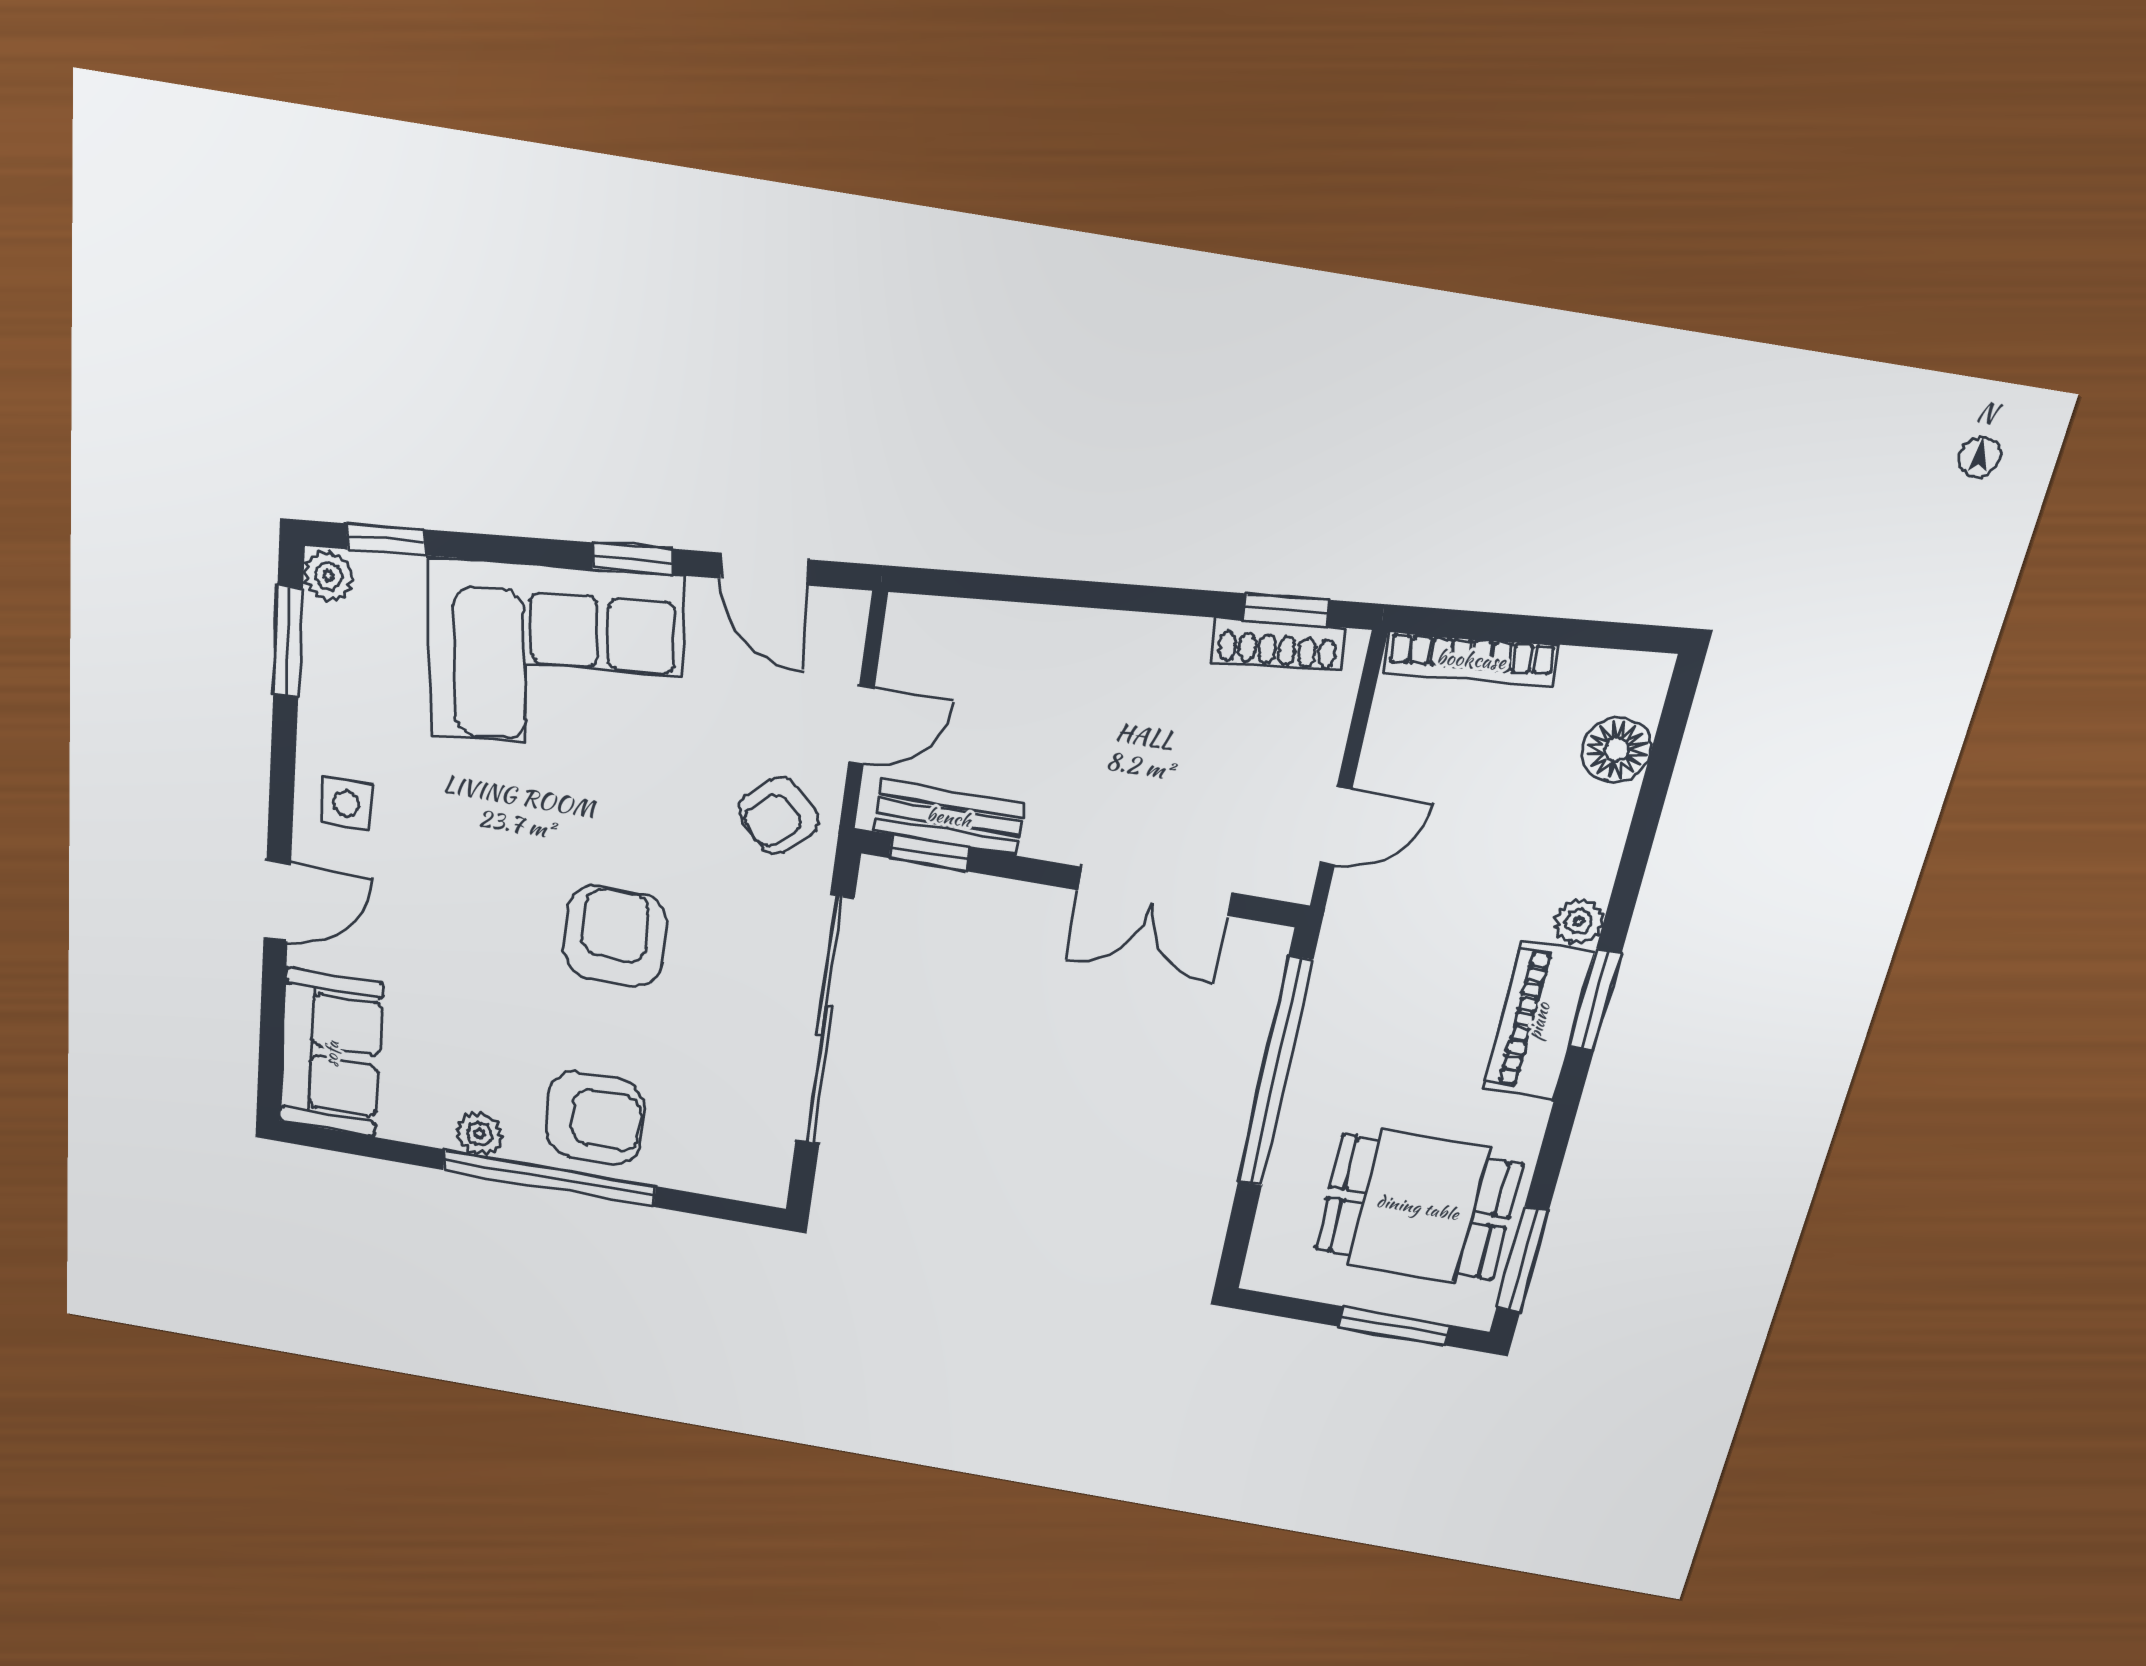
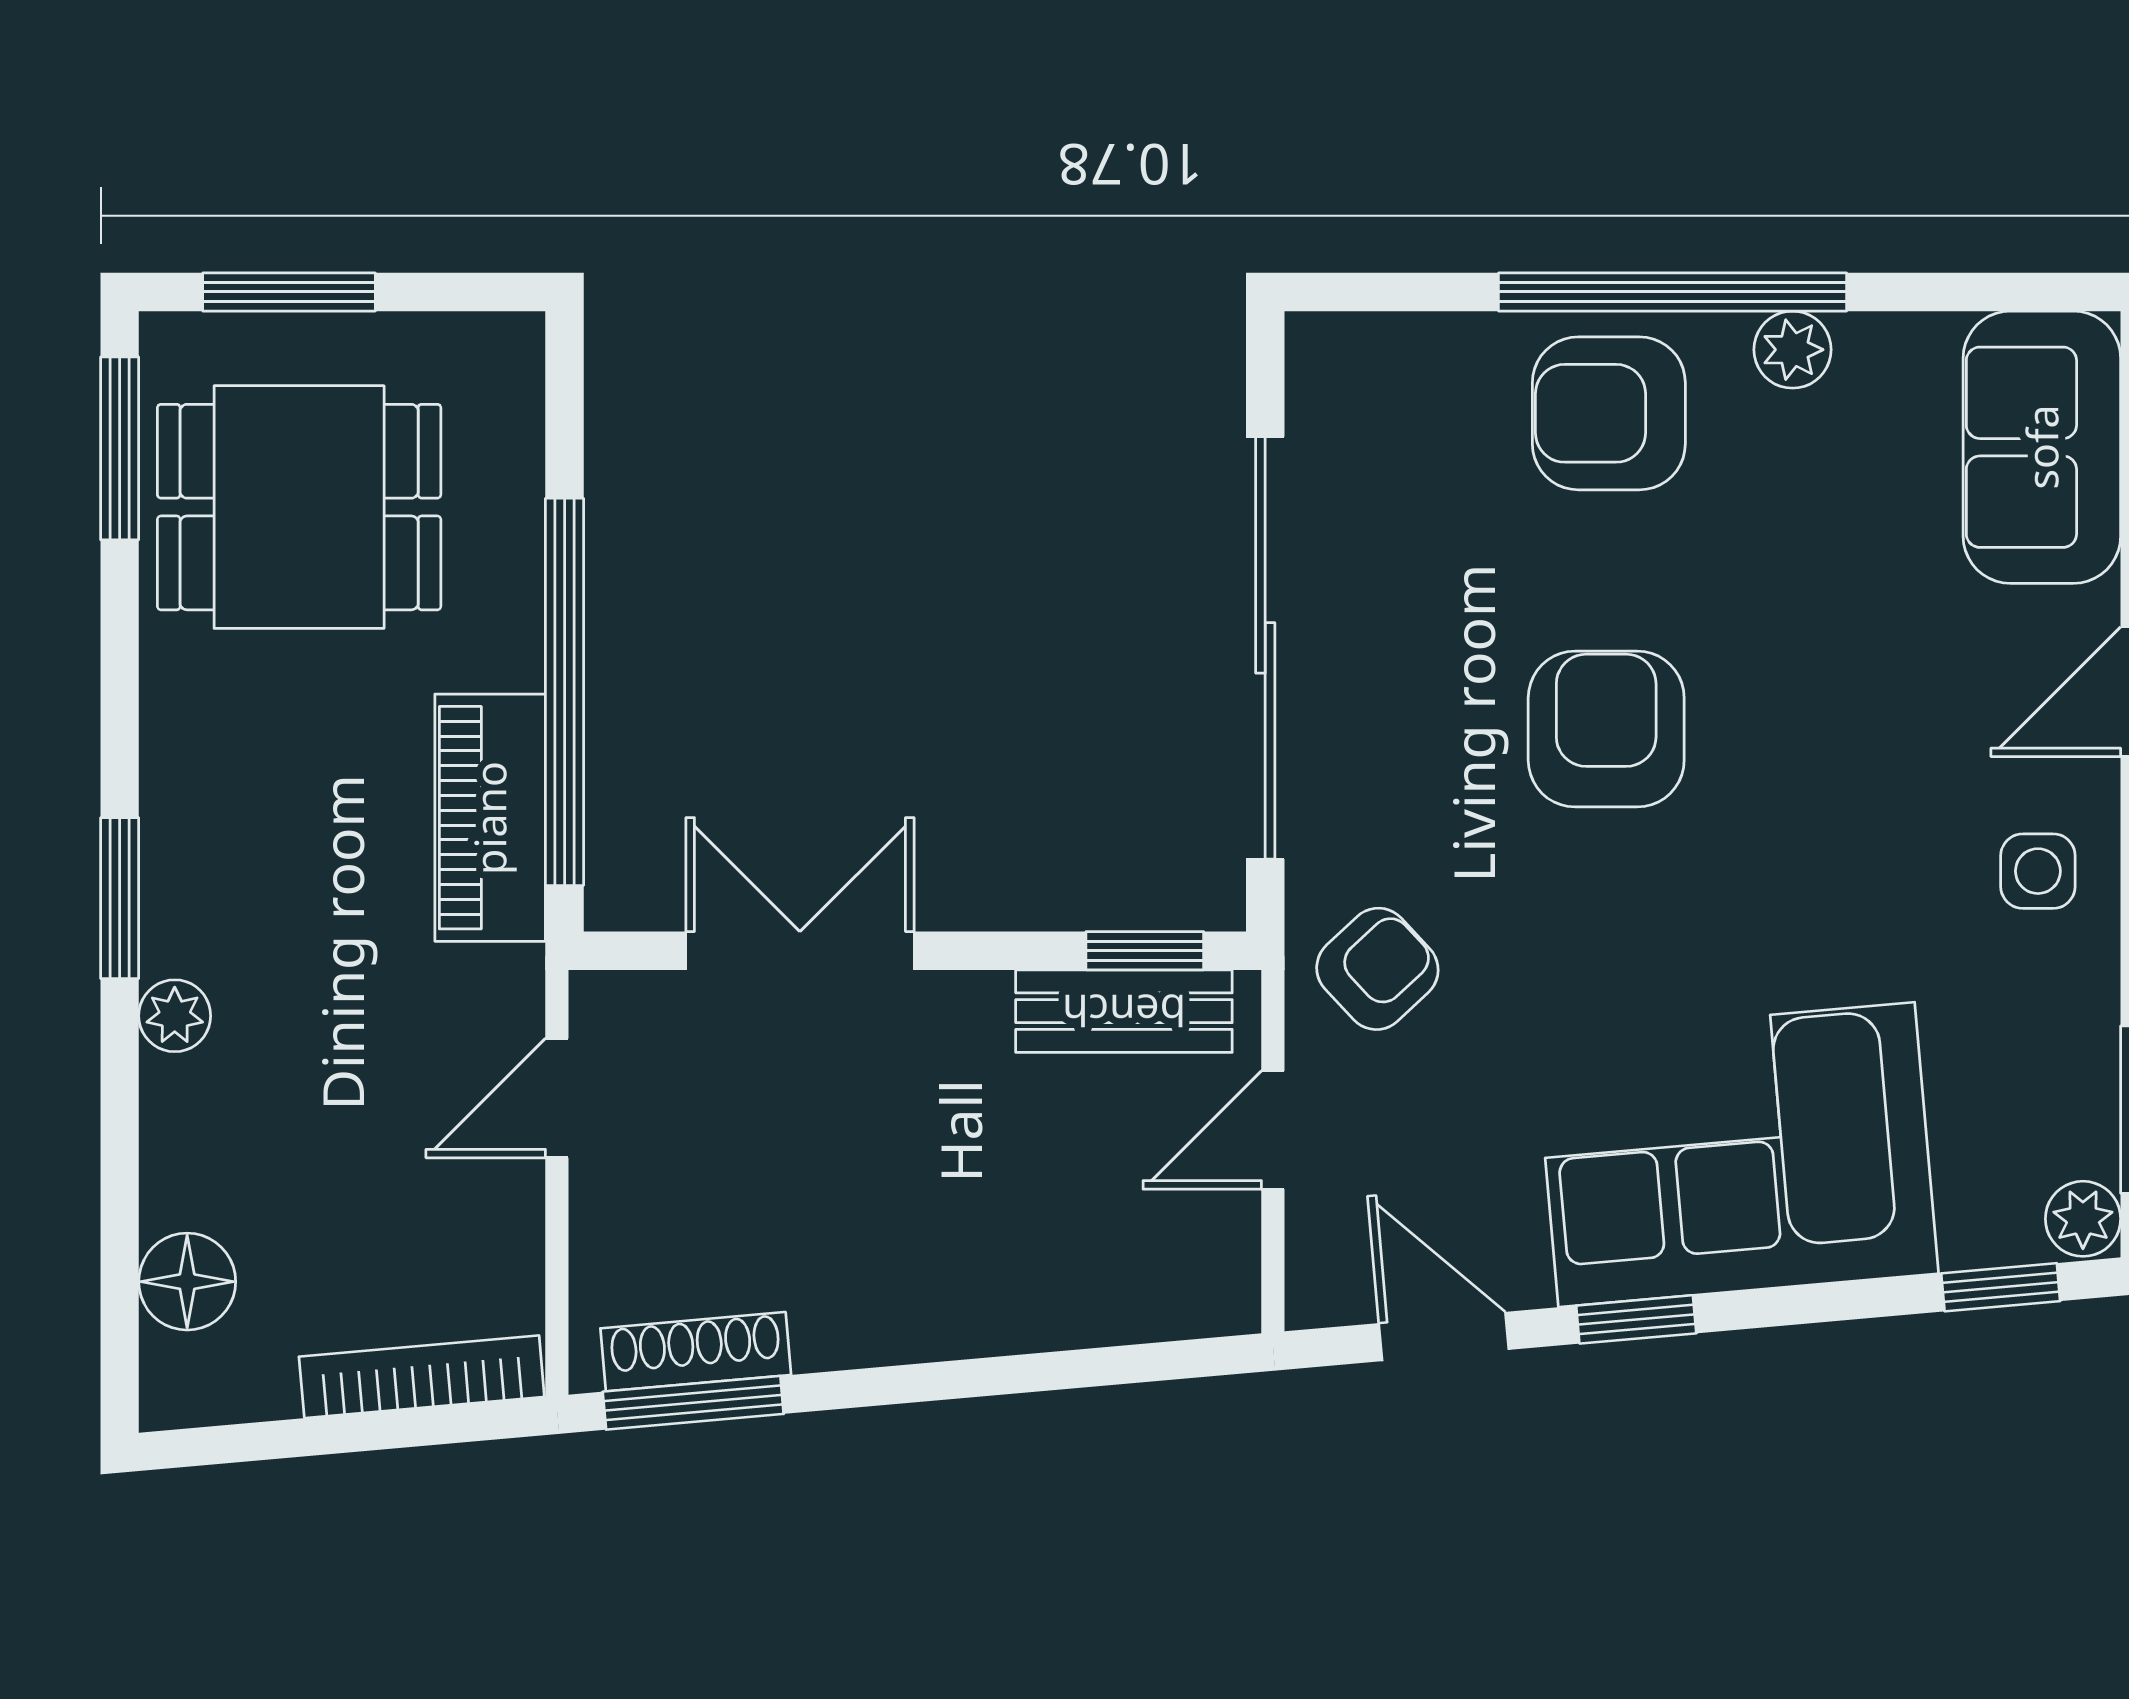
window: (1287, 610) -> (693, 1403), width x1.50
armchair: (615, 937) -> (1606, 729), turned 180
piano: (1538, 1021) -> (490, 818), moved, turned 180

